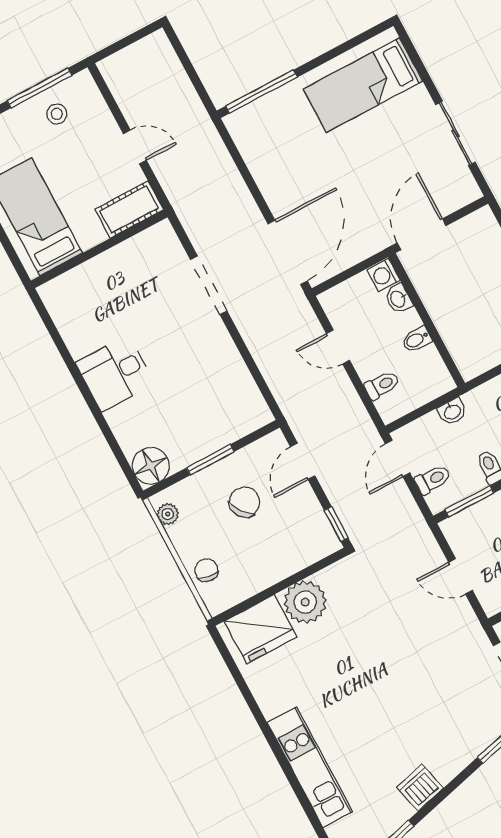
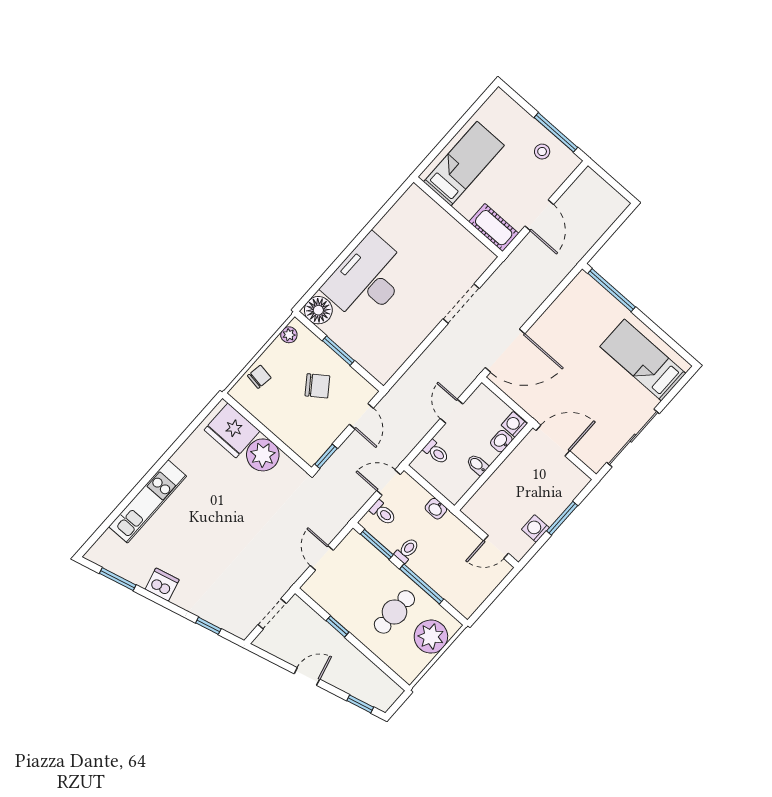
sliding door: (456, 133) -> (633, 438), width x1.37
door: (135, 147) -> (539, 215), width x1.38
desk: (115, 373) -> (367, 279), width x1.87, depth x1.30
door: (303, 461) -> (361, 416), swing flipped

